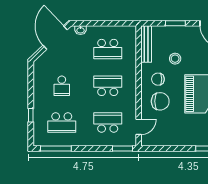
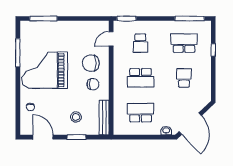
stool: (175, 59) -> (76, 117), moved
school desk: (108, 123) -> (140, 43), width x0.54

